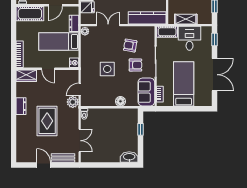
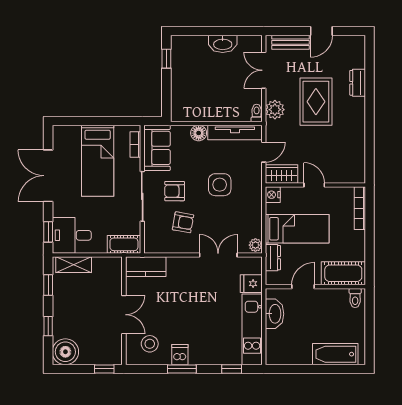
kitchen counter: (147, 18) -> (146, 267), width x0.67
shelving: (186, 19) -> (74, 265), moved
double door: (108, 25) -> (218, 255), swing flipped
desk: (190, 38) -> (72, 235), moved, turned 90
wardrobe: (26, 76) -> (282, 174), moved
plant: (73, 102) -> (275, 110), moved
tv unit: (98, 102) -> (235, 132), added
dresser: (21, 106) -> (358, 83), moved
window: (141, 129) -> (166, 59), moved
washbasin: (129, 157) -> (223, 44), moved
door: (44, 165) -> (321, 31), hinge flipped

